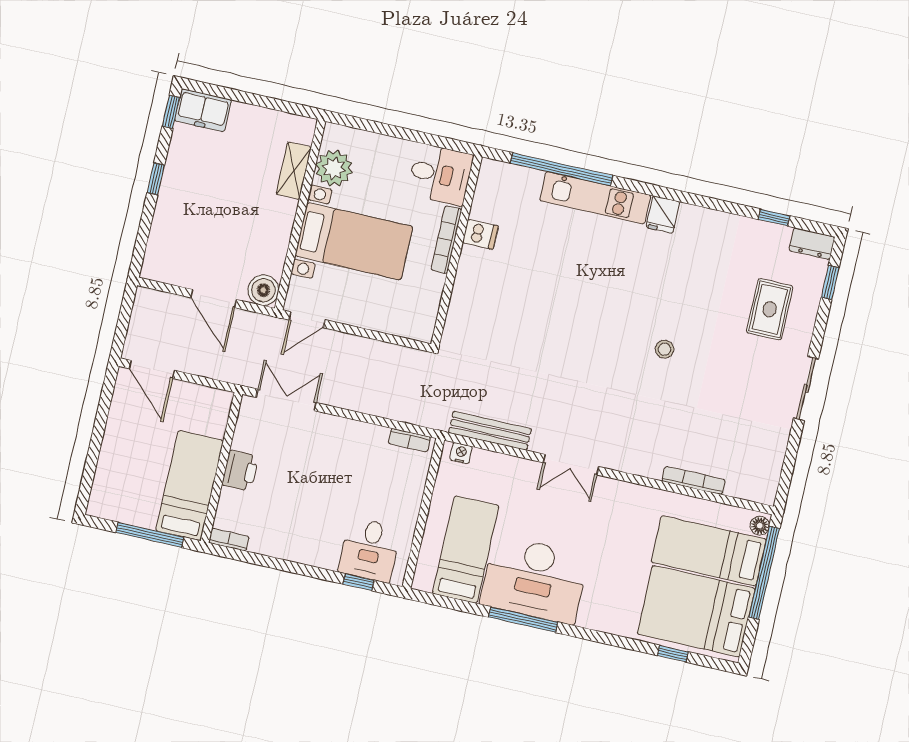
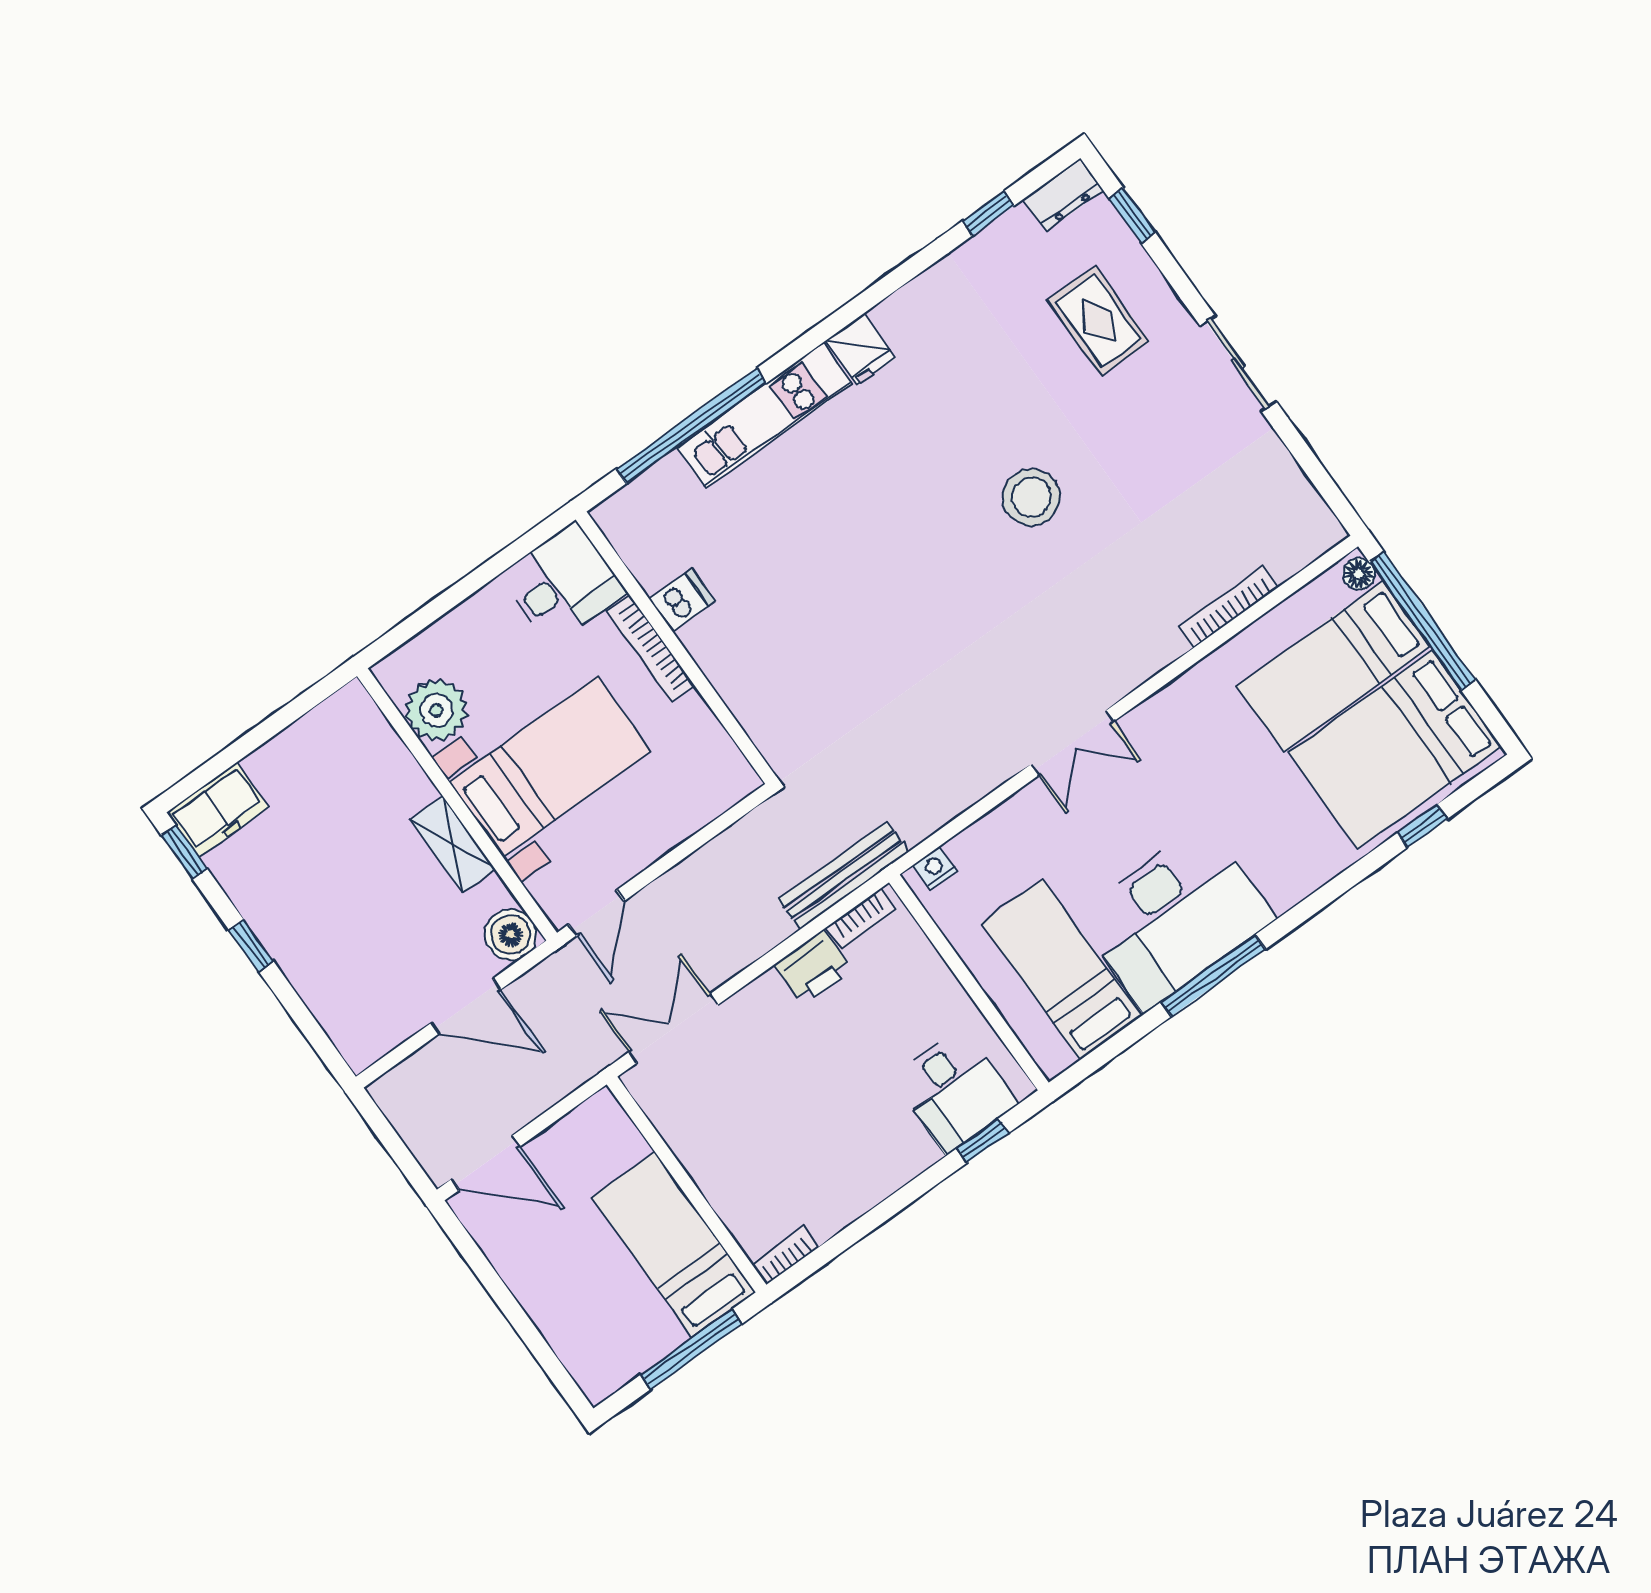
shelving: (294, 171) -> (453, 844), moved
stool: (665, 349) -> (1031, 497), width x1.89, depth x1.89
bench: (490, 431) -> (843, 876), moved
printer: (240, 471) -> (813, 967), moved, turned 90

